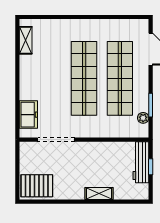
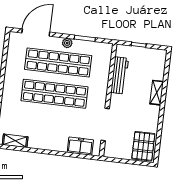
plant: (143, 118) -> (67, 43), moved
workbench: (141, 162) -> (120, 75), moved, turned -90

